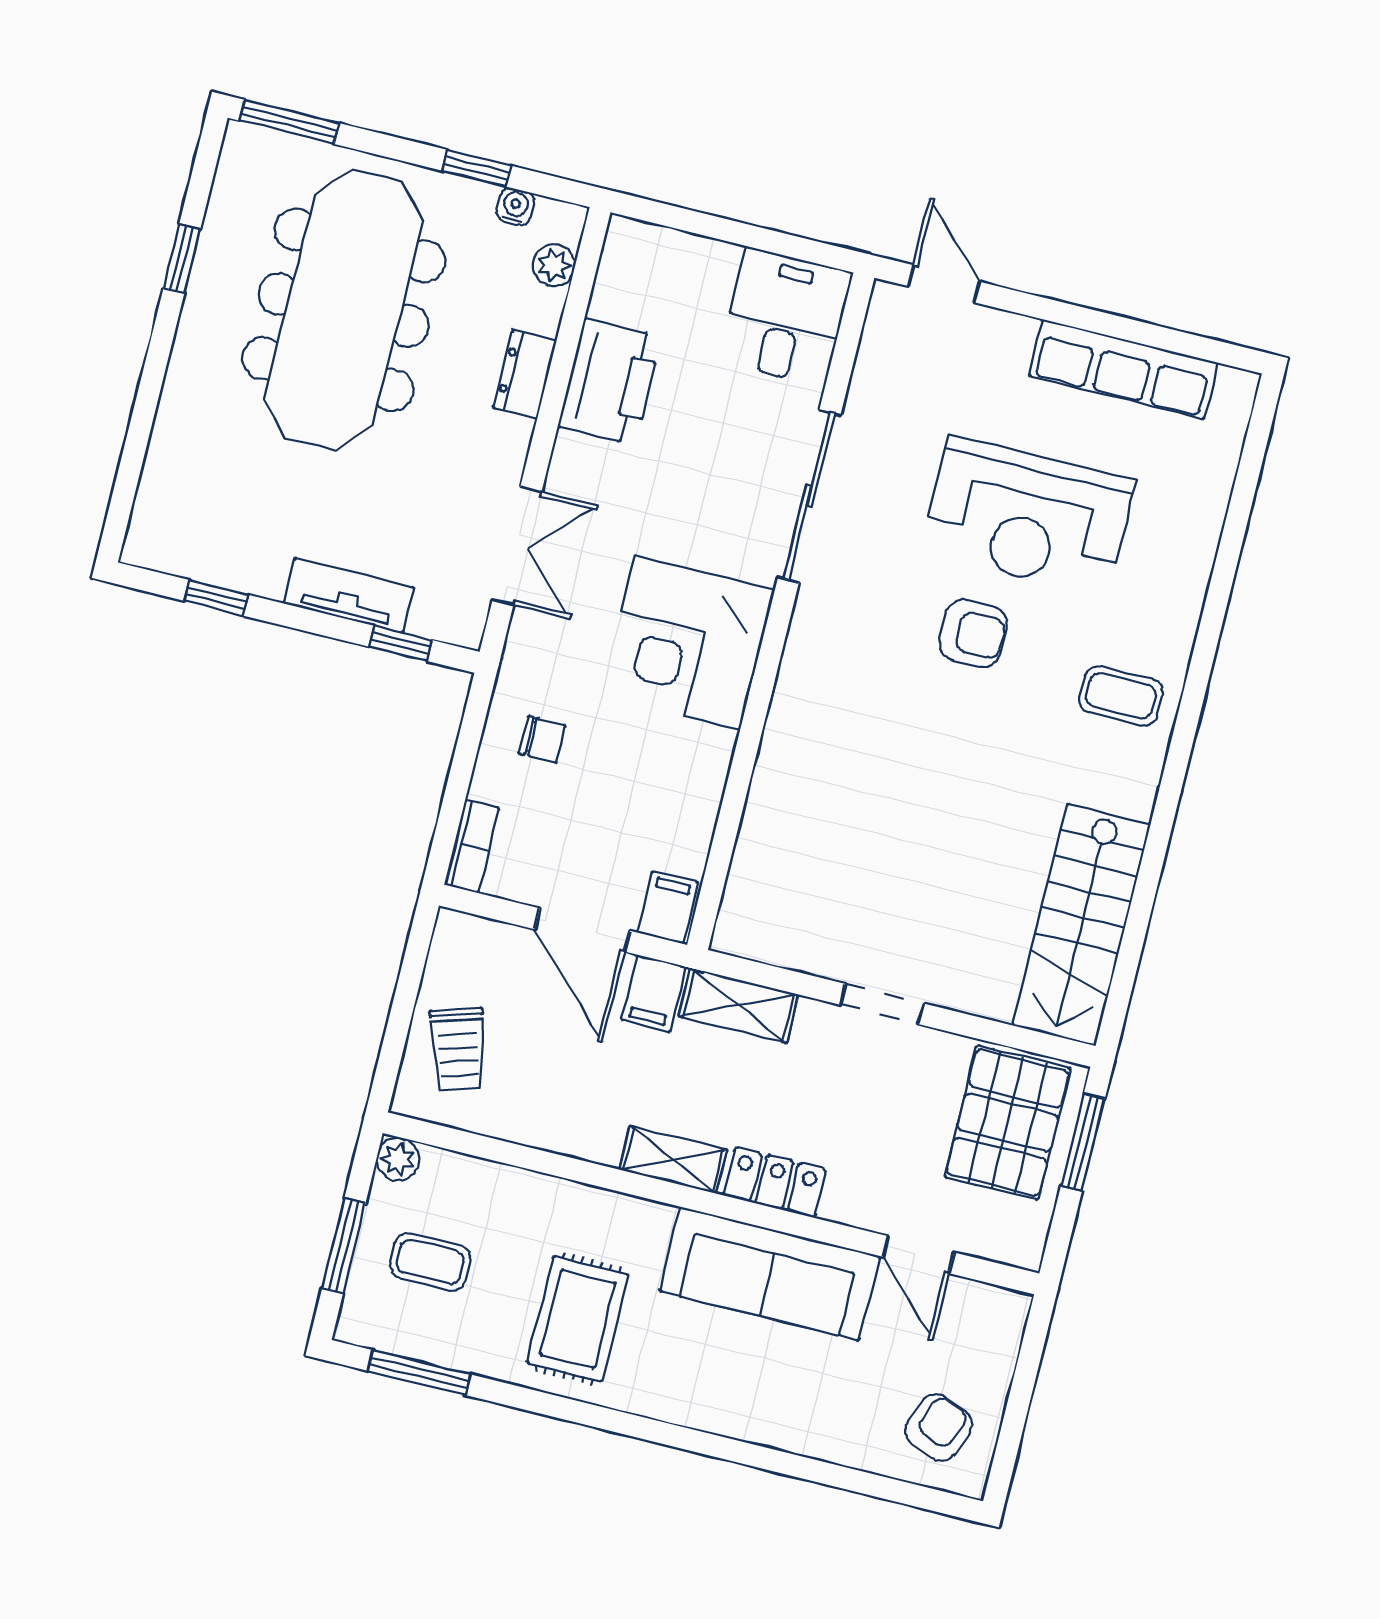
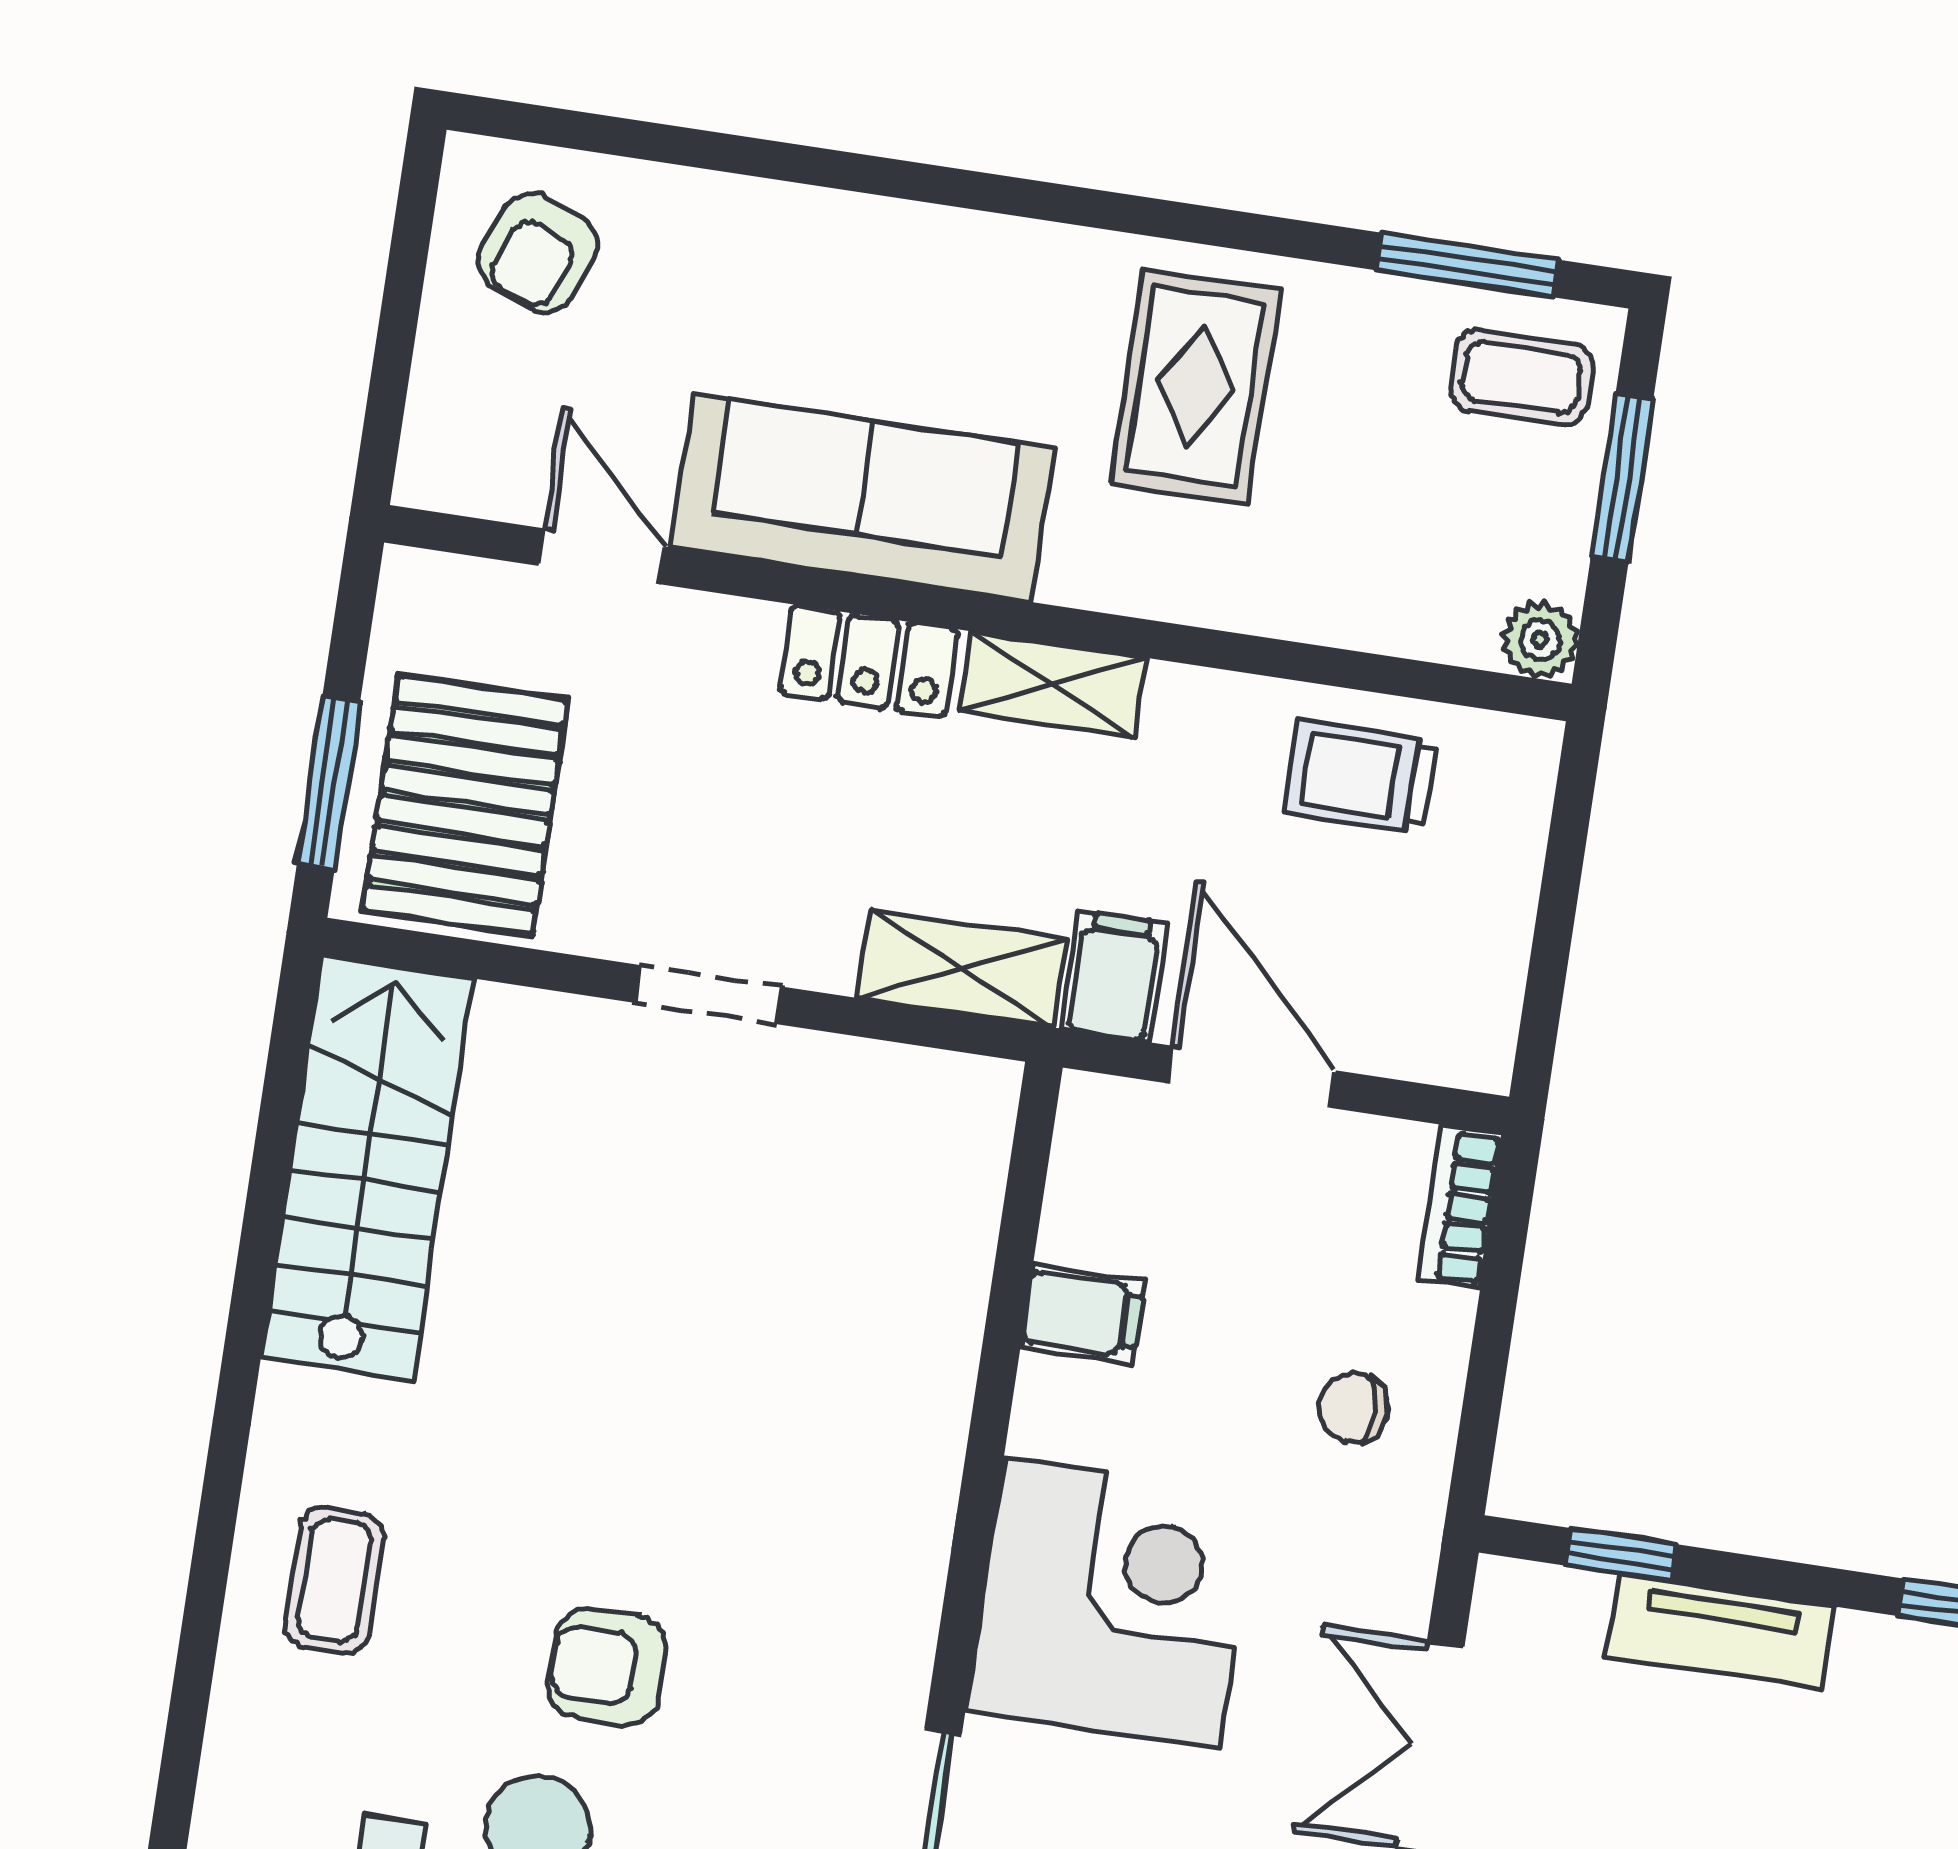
coffee table: (1121, 696) -> (335, 1580), turned 90
filing cabinet: (668, 907) -> (1082, 1314), moved, turned -90
trolley: (458, 1049) -> (1361, 777), moved, turned -73
coffee table: (430, 1262) -> (1521, 377), moved

